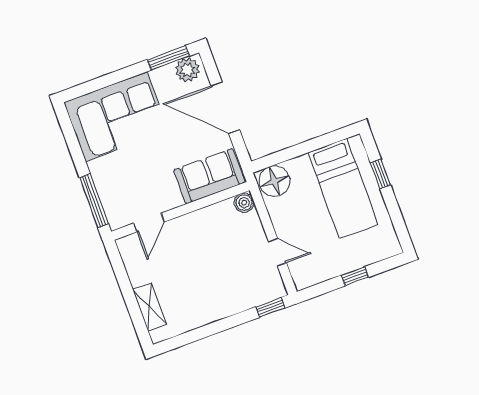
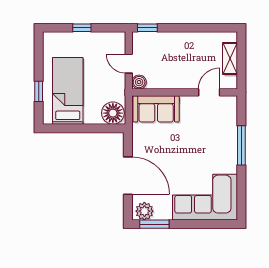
sofa: (209, 176) -> (156, 109), moved
boiler: (244, 203) -> (139, 82), moved
wall: (181, 211) -> (185, 92), moved
door: (149, 223) -> (209, 92), moved

